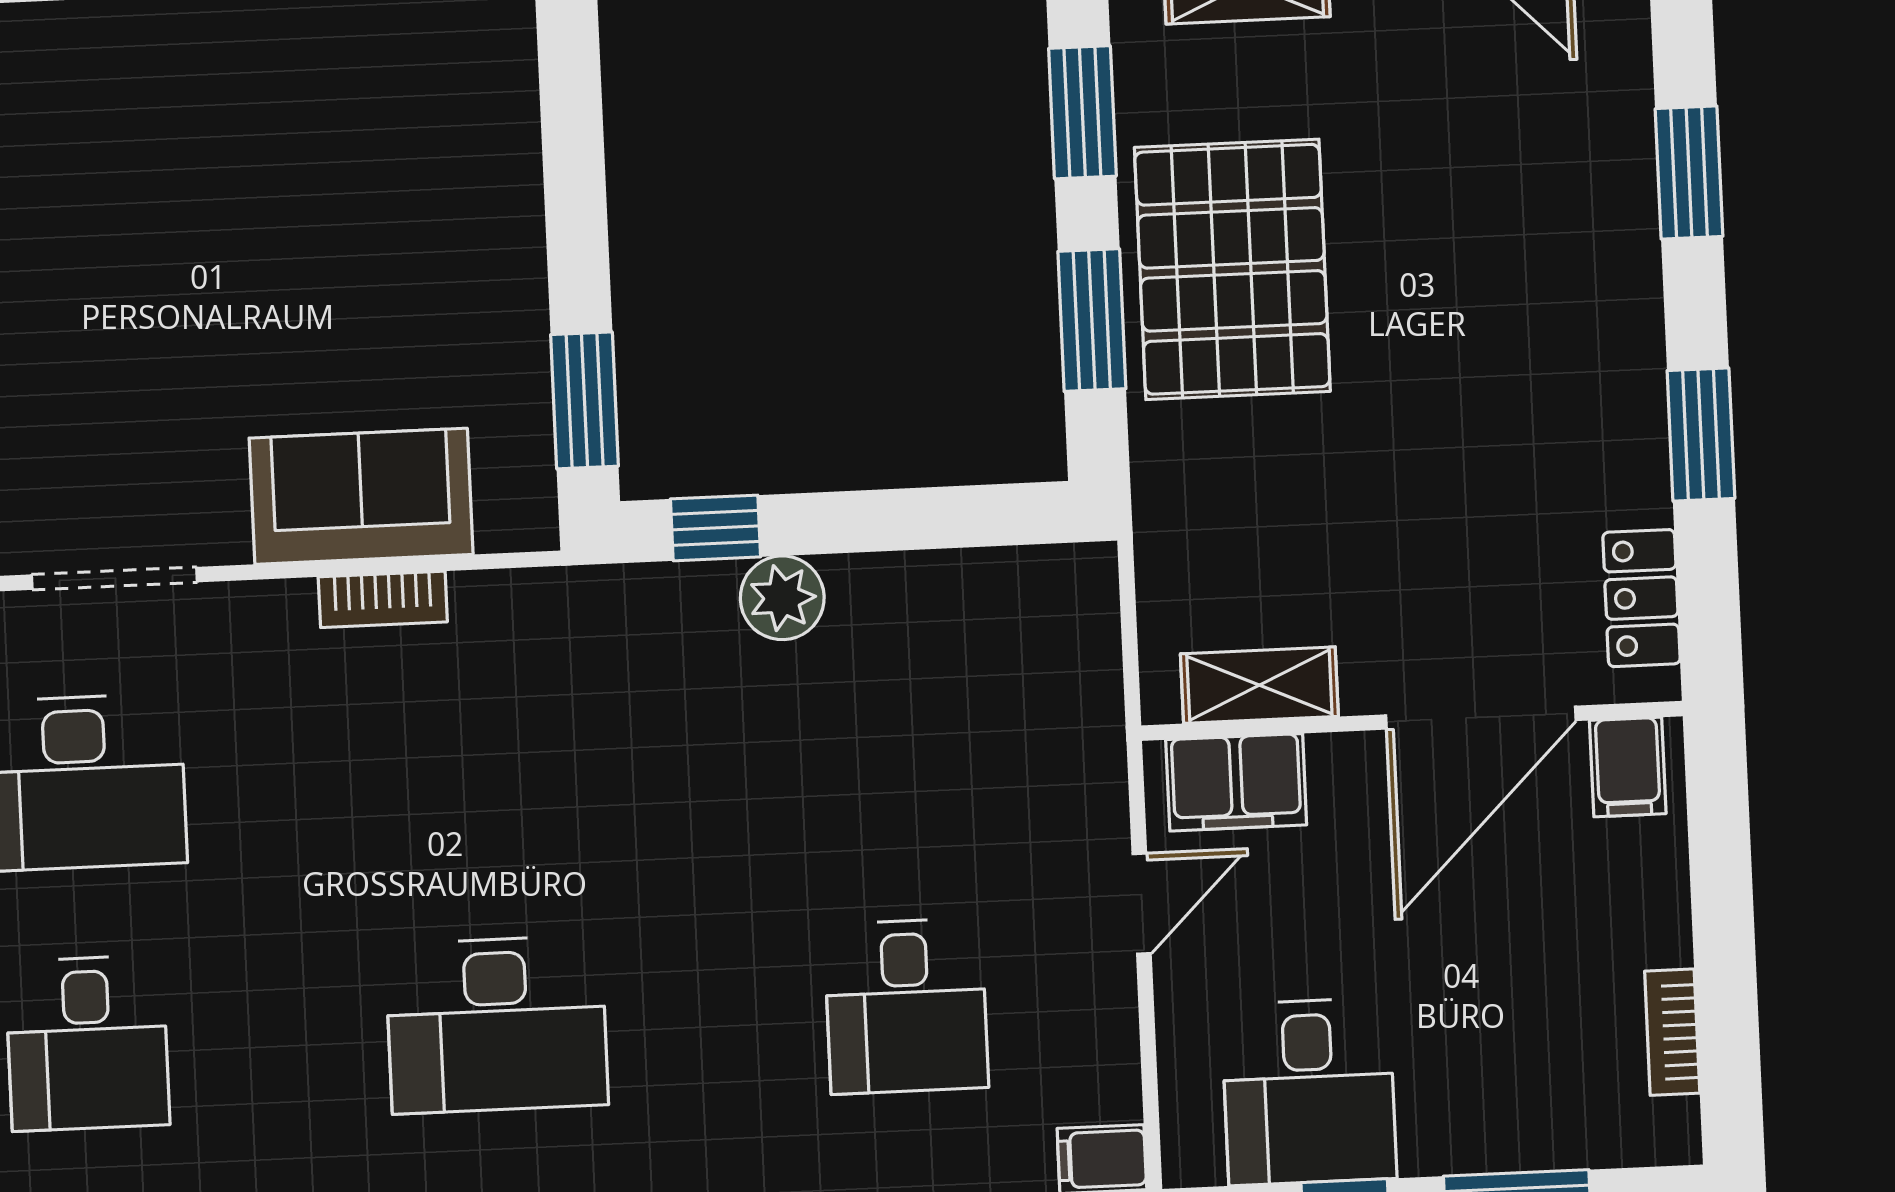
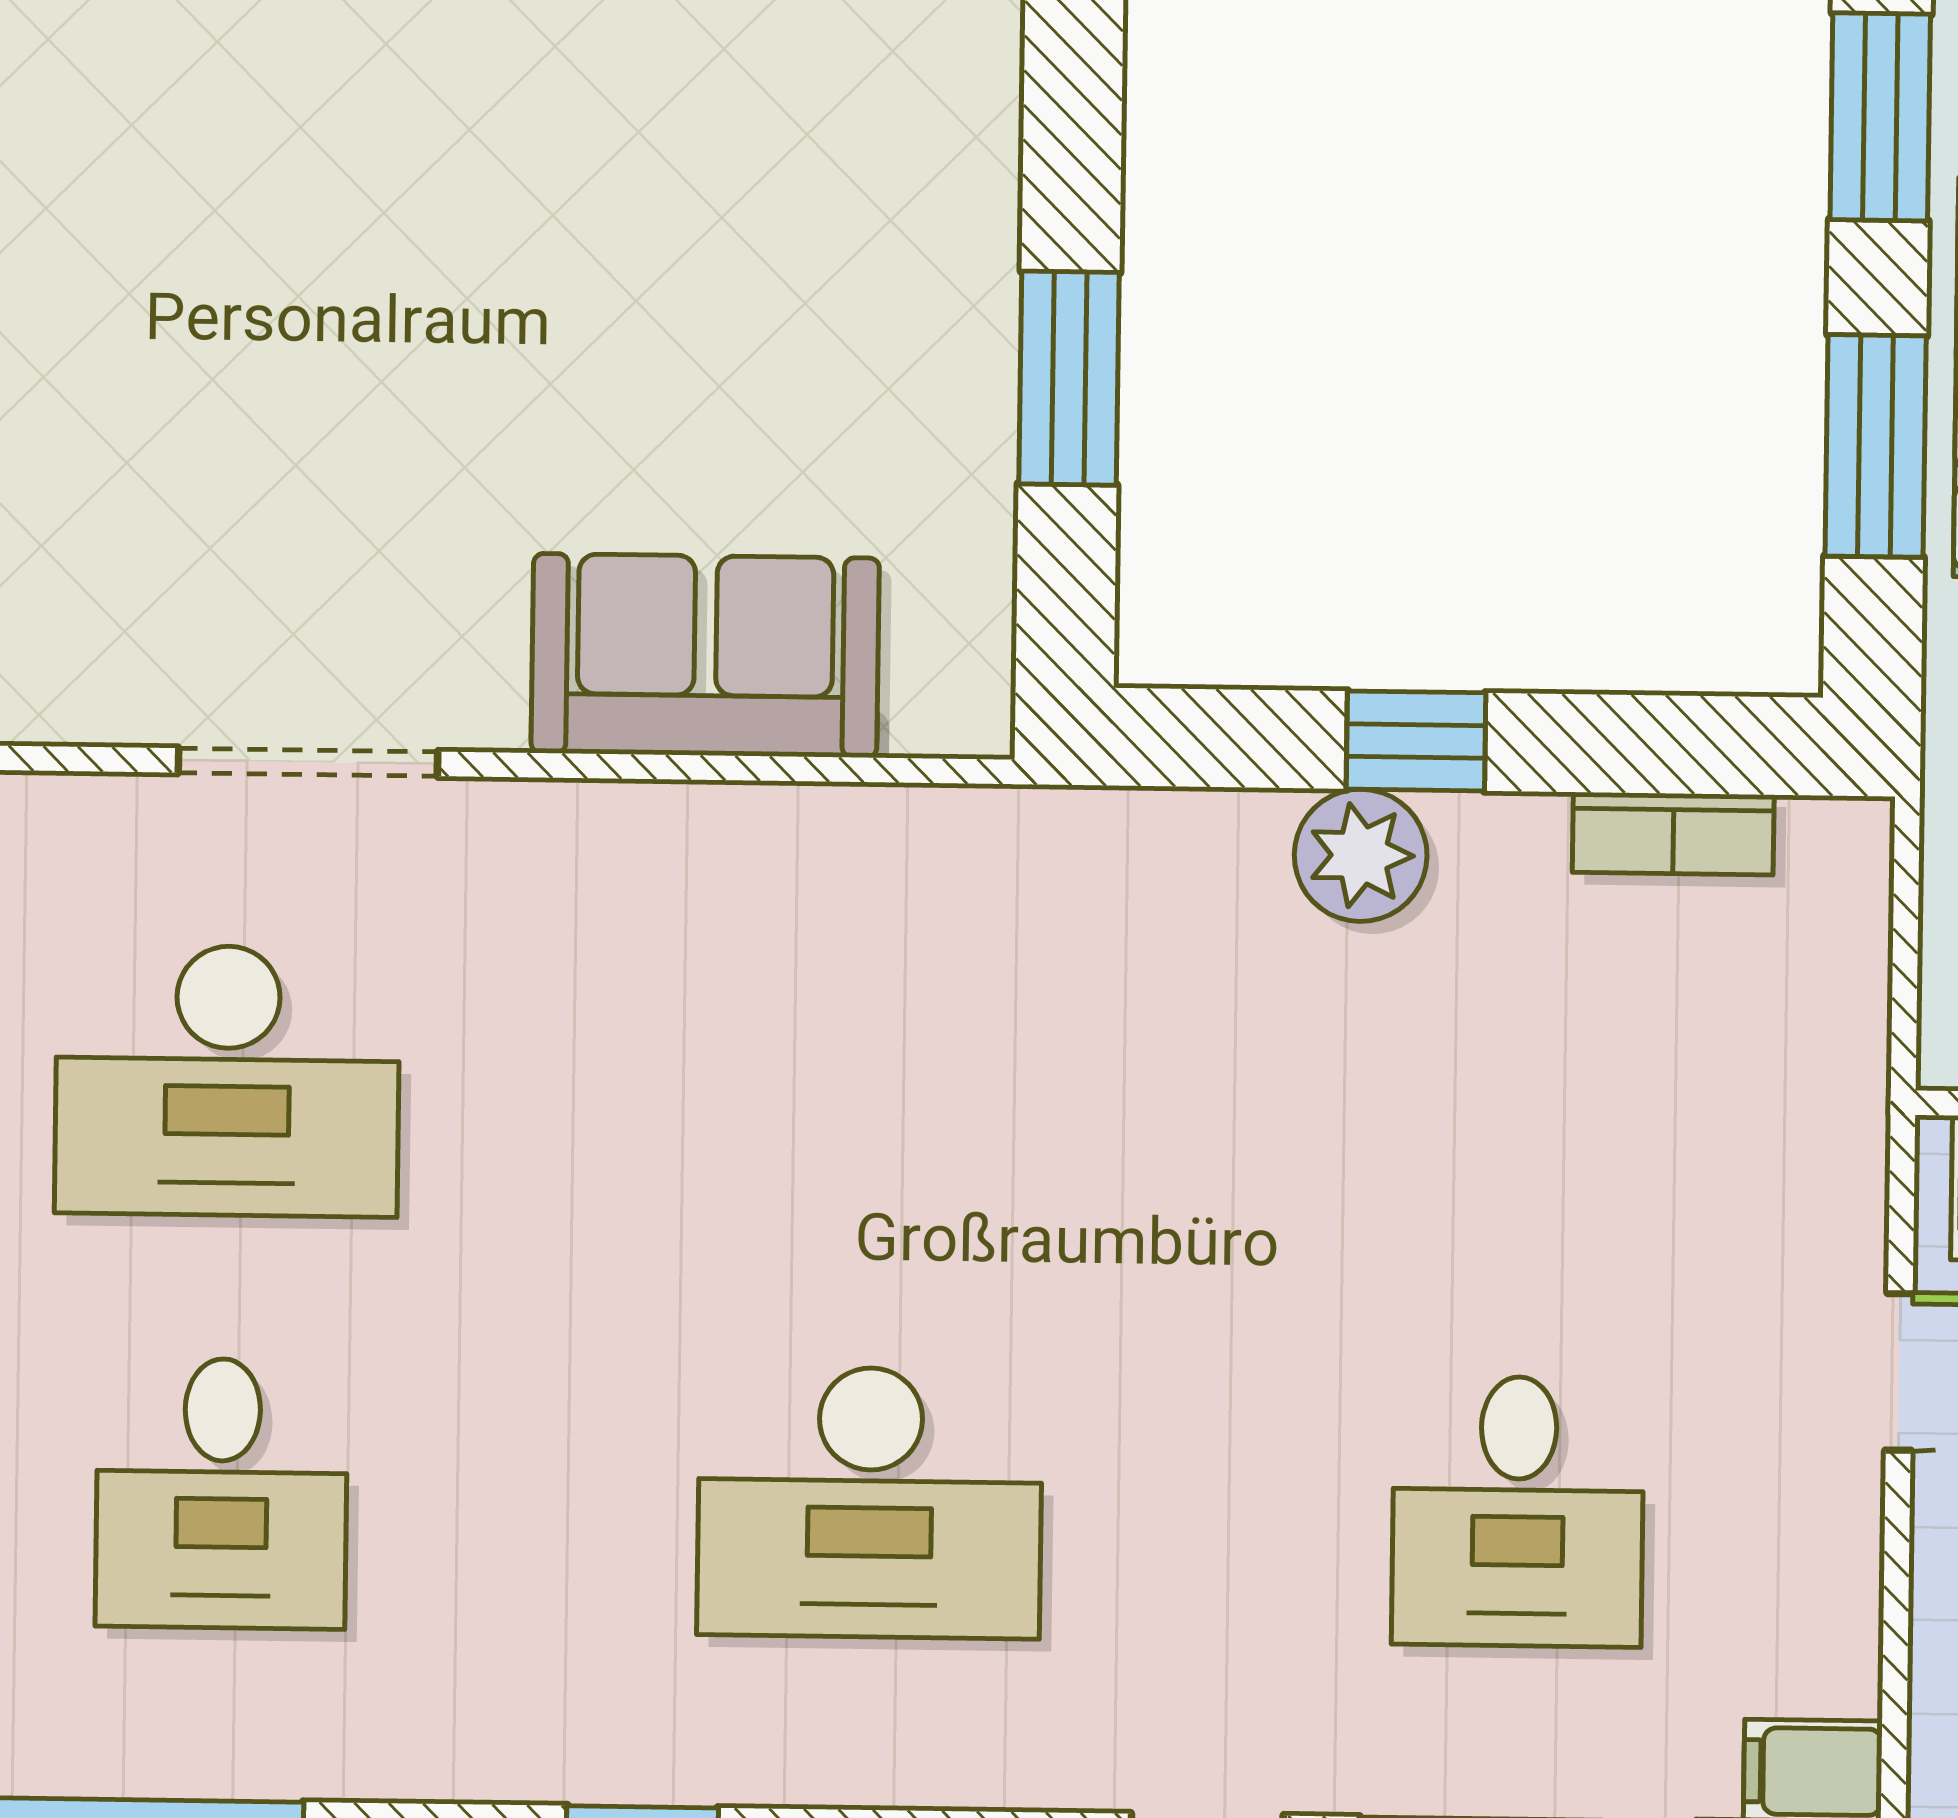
window: (585, 400) -> (1069, 378), moved
window: (716, 528) -> (1416, 741), moved
bookcase: (383, 599) -> (1673, 834), moved

